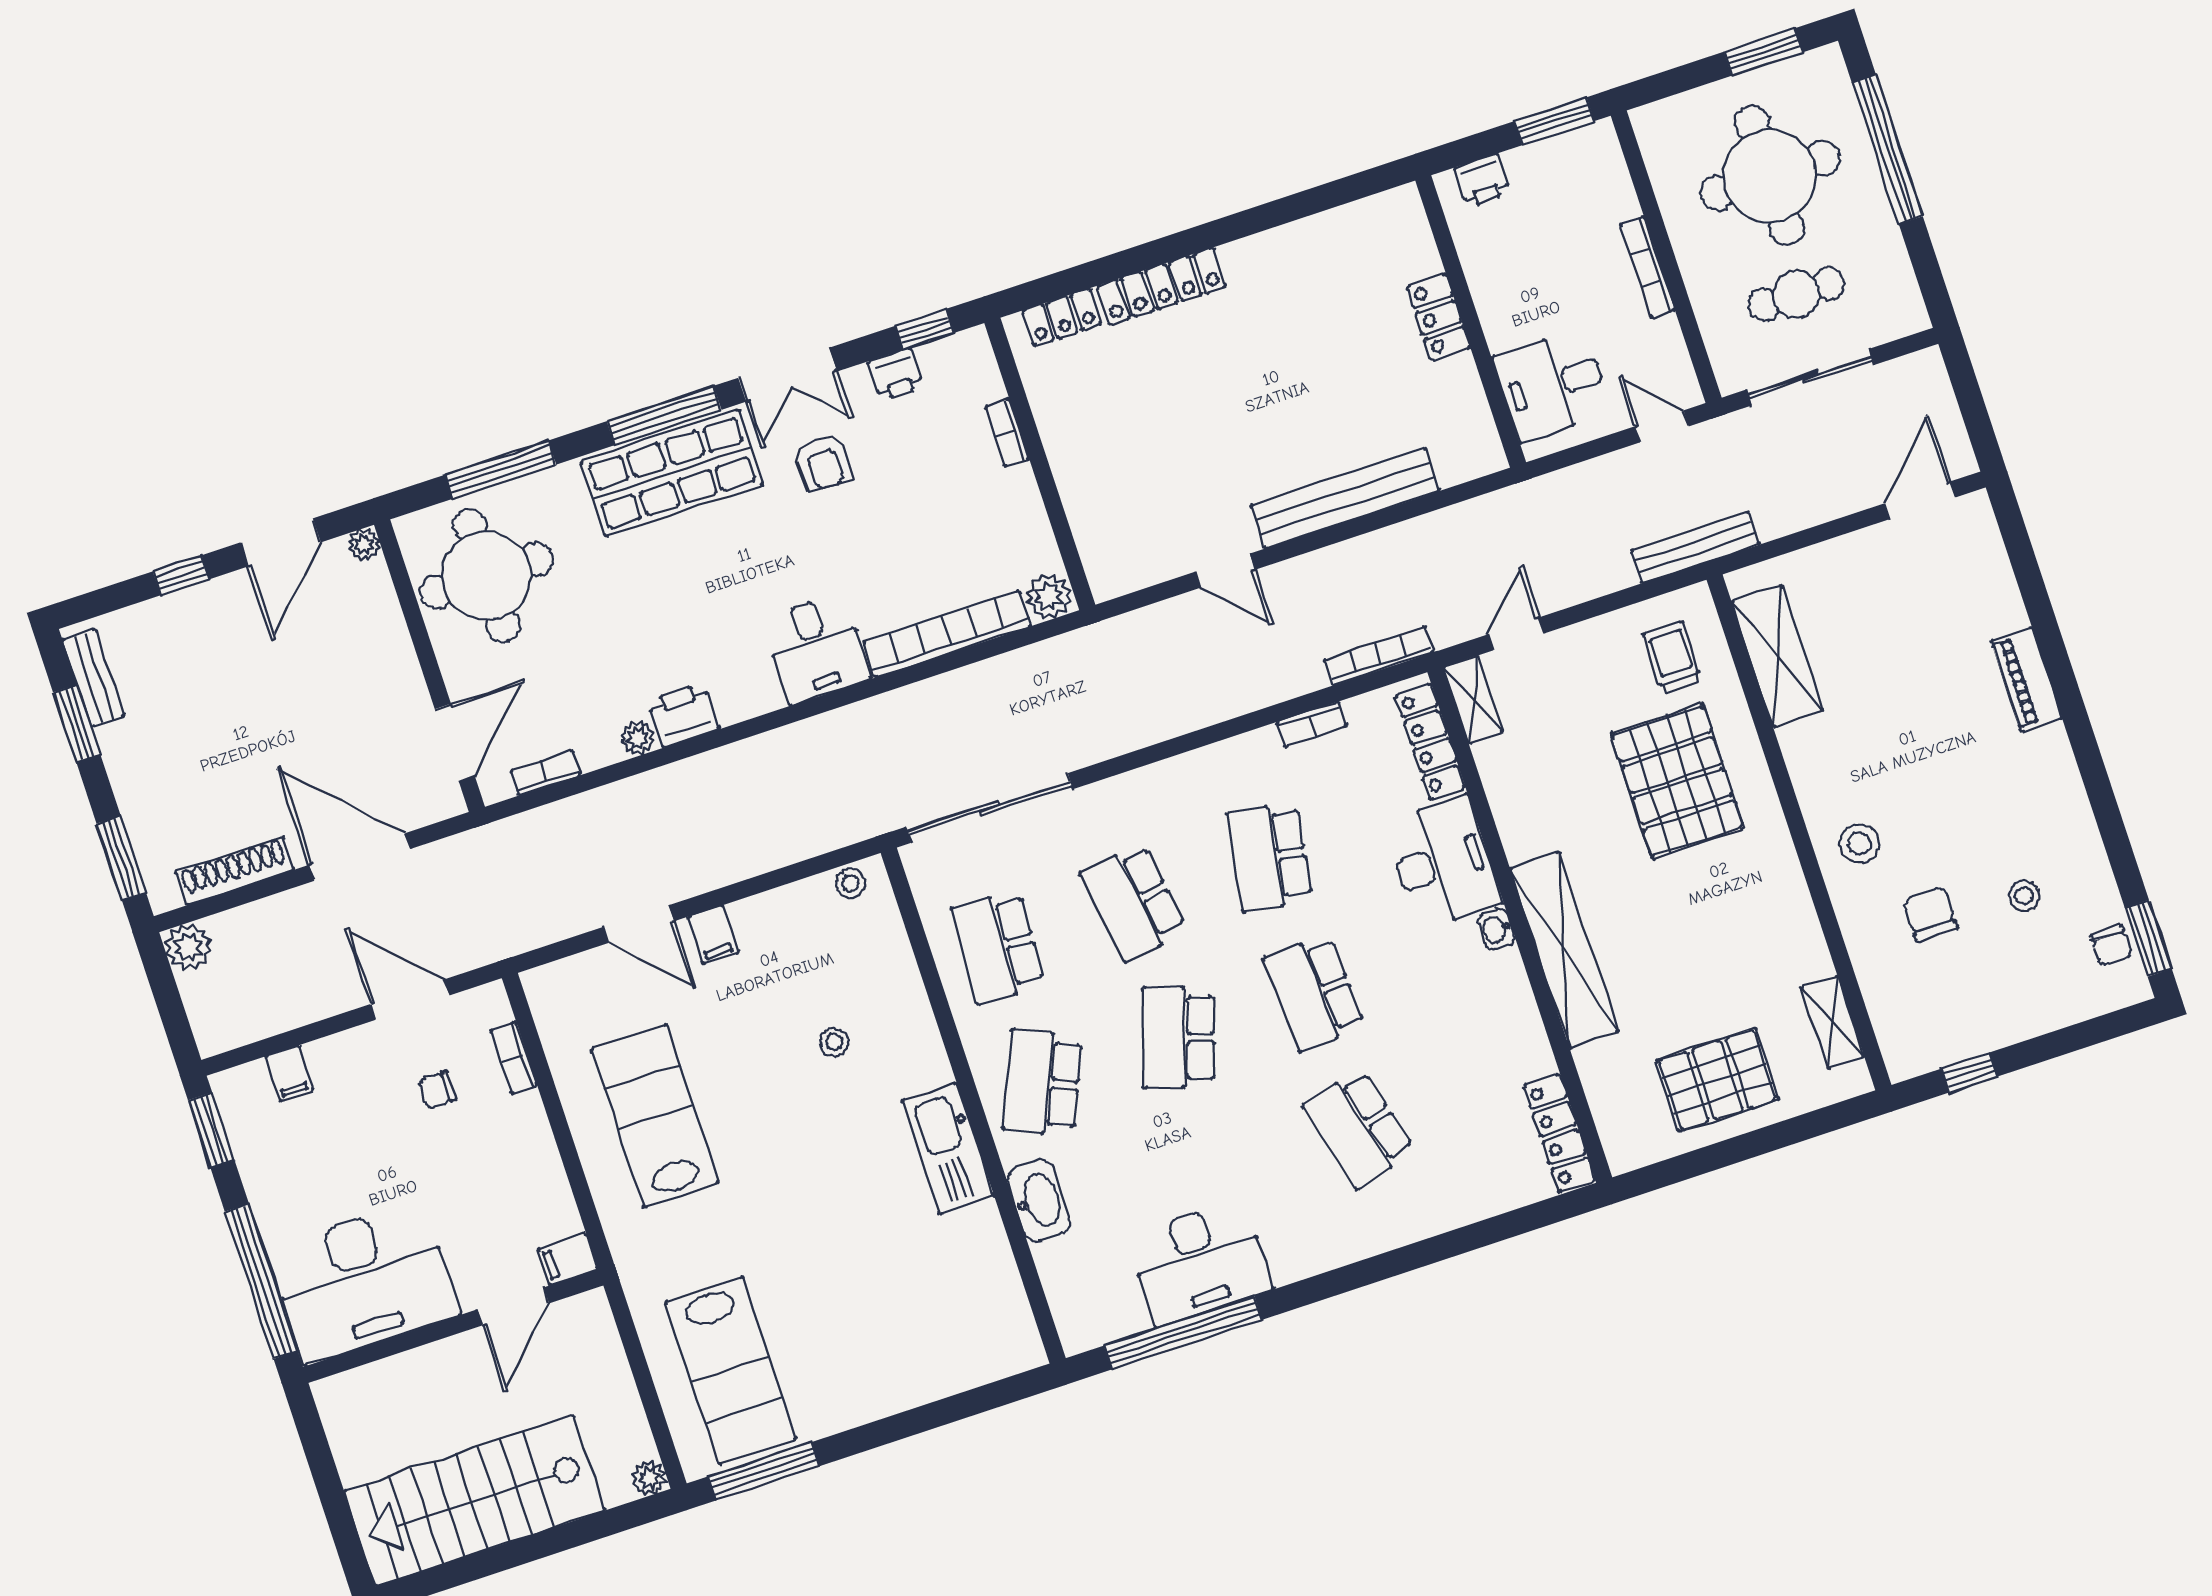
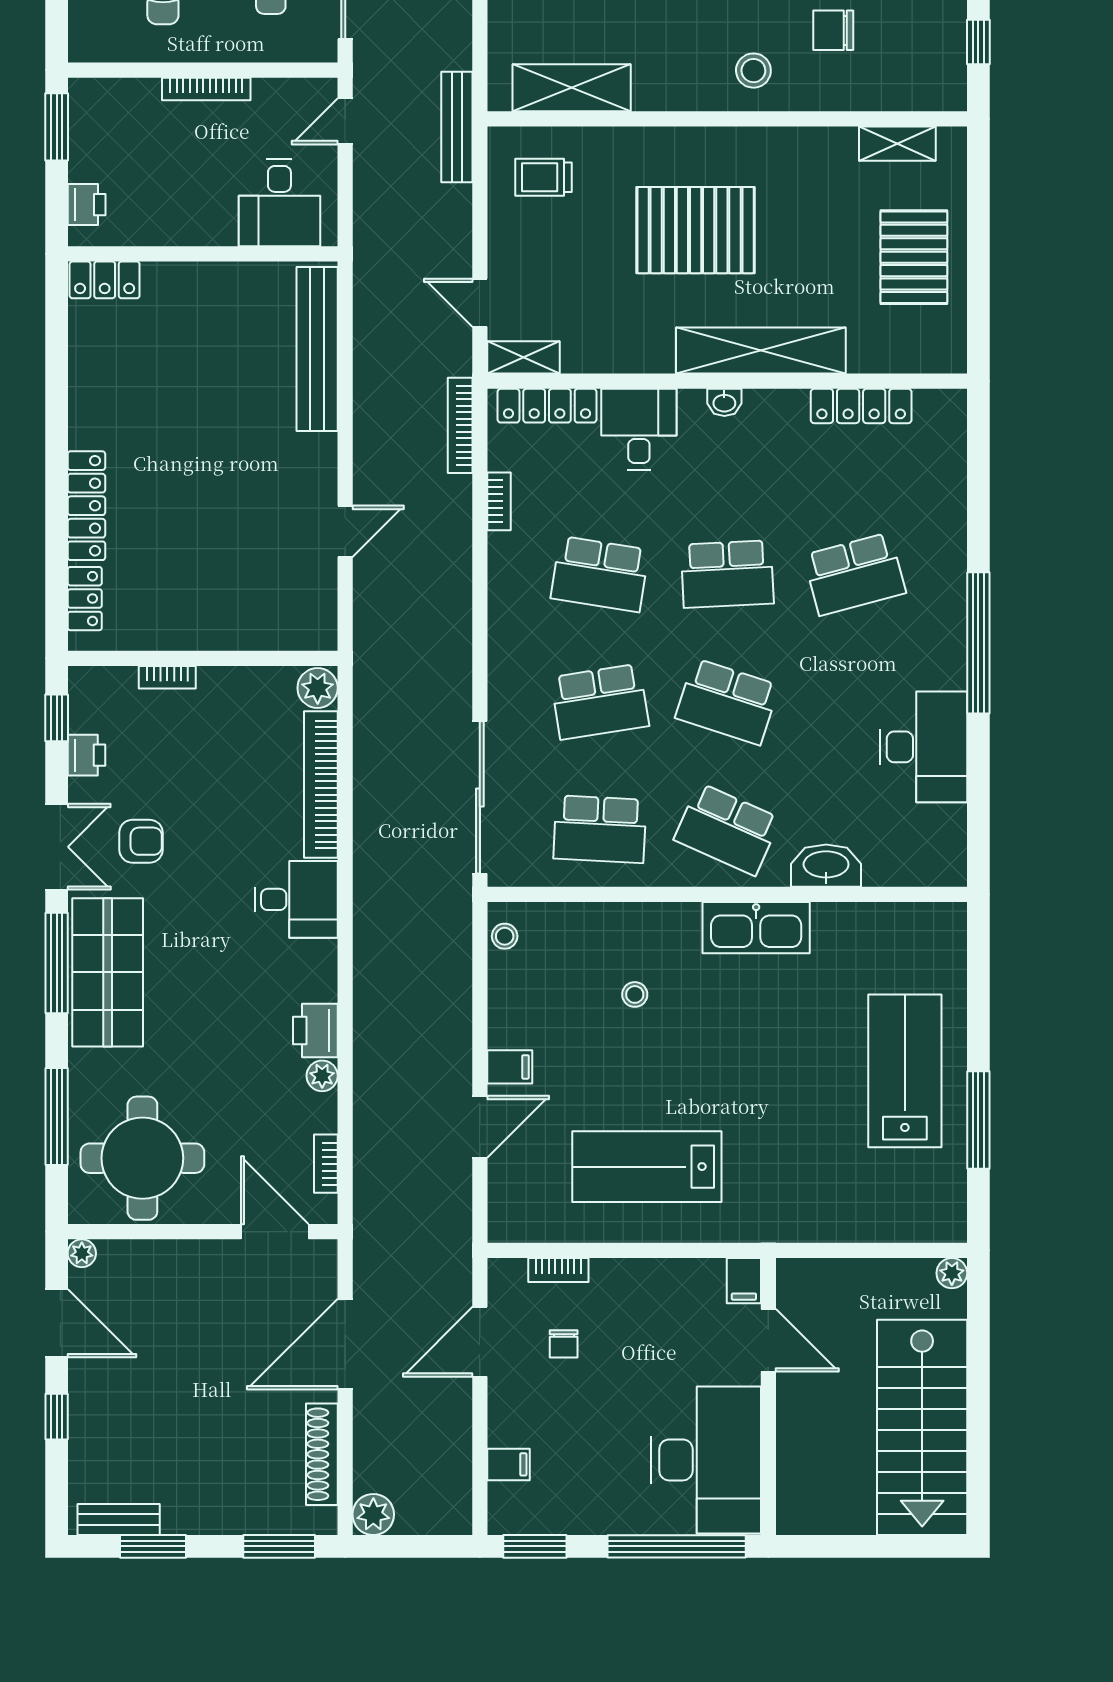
locker: (1438, 317) -> (105, 280), moved
bench: (1345, 498) -> (317, 349), moved
pallet: (1677, 781) -> (696, 230), moved
desk: (1442, 863) -> (639, 429), width x0.73
locker: (1559, 1133) -> (861, 406), moved
window: (1183, 1333) -> (978, 643), moved
lab bench: (731, 1370) -> (905, 1071), moved, turned -90
window: (764, 1471) -> (978, 1120), moved

